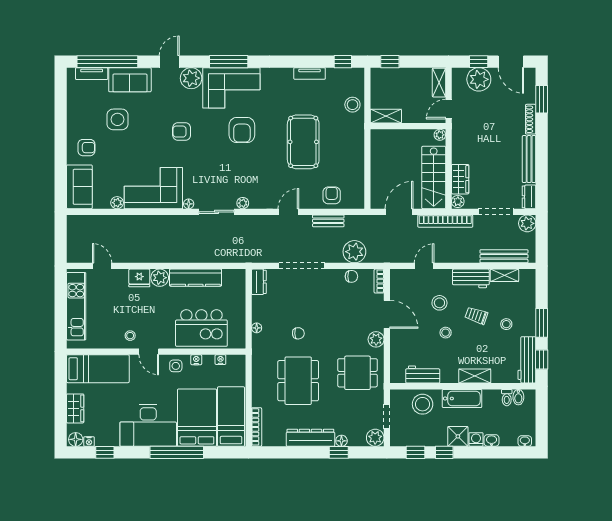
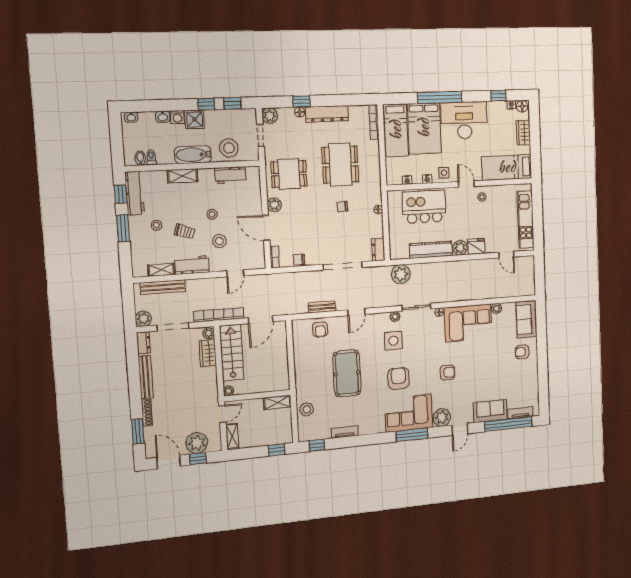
side table: (117, 119) -> (393, 341), moved
plant: (354, 252) -> (401, 274), moved

